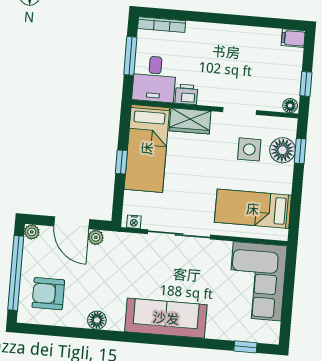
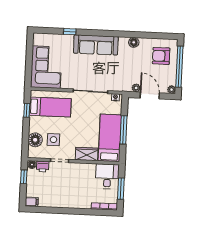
printer: (186, 94) -> (43, 166), moved
window: (300, 151) -> (27, 110), moved
window: (121, 162) -> (124, 130), width x2.17
armchair: (48, 294) -> (161, 56), turned 180
window: (245, 347) -> (70, 32), moved

